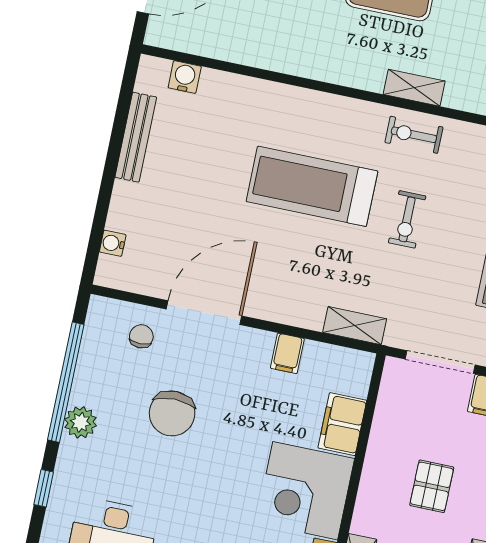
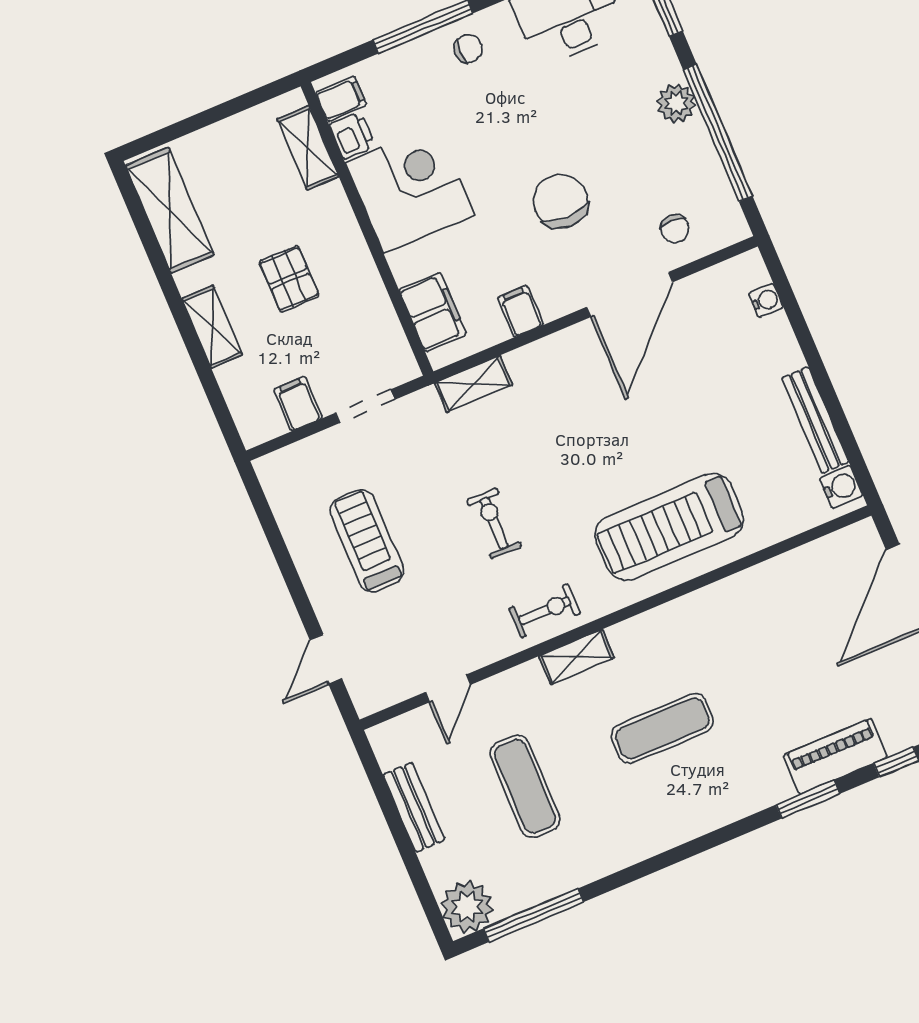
water cooler: (185, 77) -> (841, 487), moved, turned -90
treadmill: (312, 186) -> (669, 527), moved, turned 180
doorway: (440, 362) -> (365, 406), width x0.73
chair: (172, 413) -> (561, 201), moved
filing cabinet: (342, 424) -> (433, 312), moved

